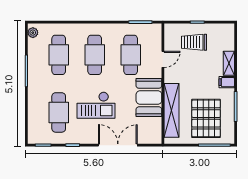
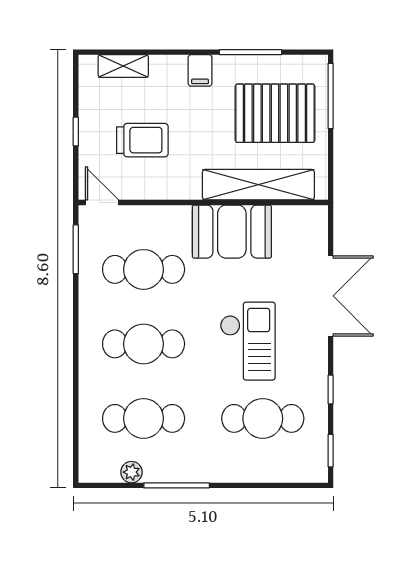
plant: (33, 33) -> (131, 472), moved
trolley: (194, 42) -> (142, 140), moved, turned -90
door: (163, 59) -> (102, 202), moved
shelving: (229, 63) -> (123, 66), moved
double door: (118, 145) -> (331, 296), swing flipped

